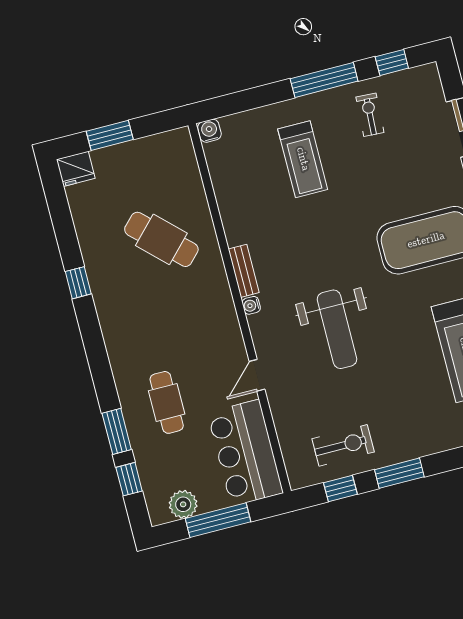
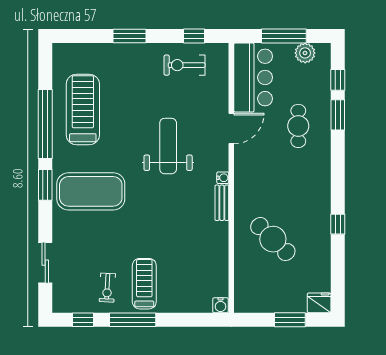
treadmill: (303, 159) -> (144, 284), moved
door: (257, 375) -> (231, 129), width x1.38
window: (399, 473) -> (130, 36), moved

